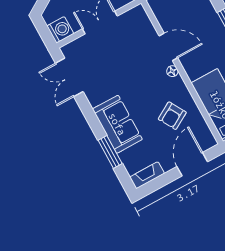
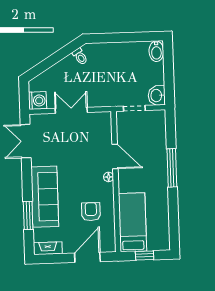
armchair: (172, 116) -> (91, 212), turned 120
sofa: (117, 124) -> (45, 197), width x1.36

